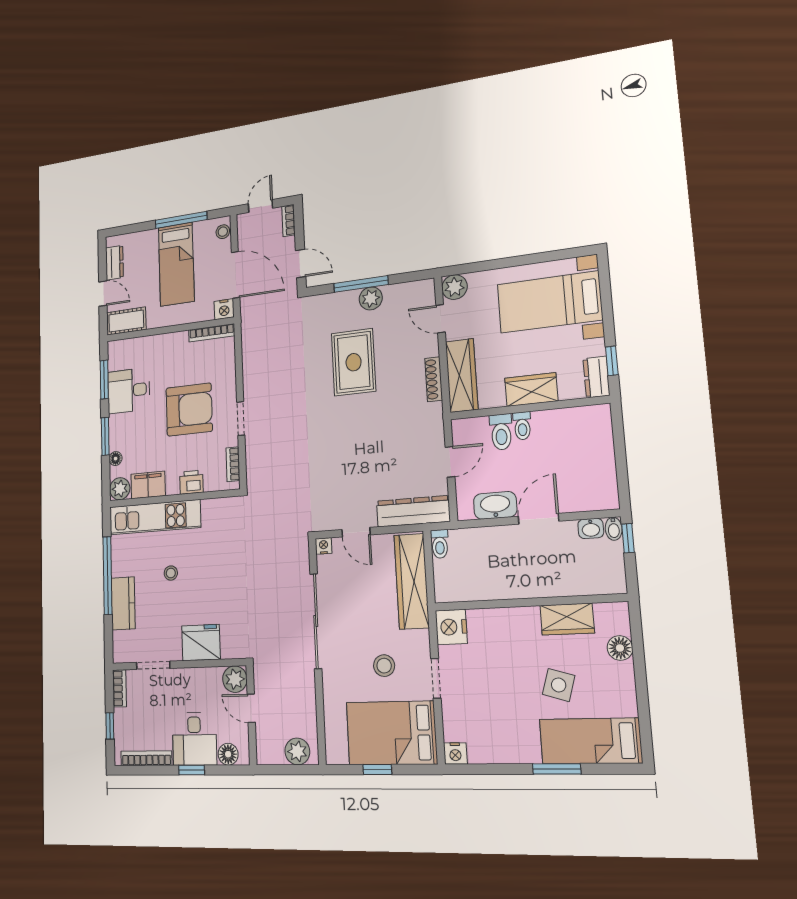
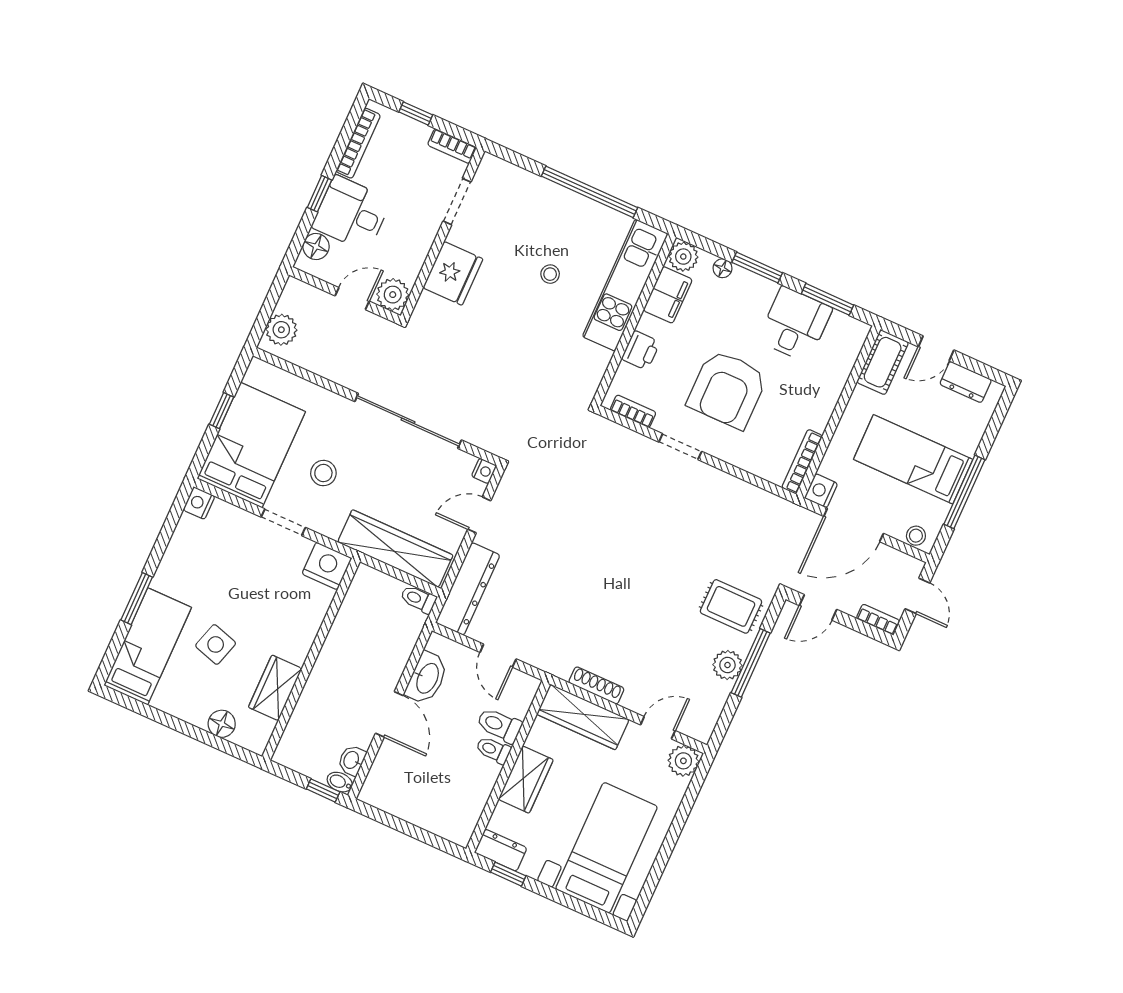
rug: (354, 362) -> (731, 606), moved, width x0.73, depth x0.70
kitchen counter: (123, 603) -> (547, 197), removed

